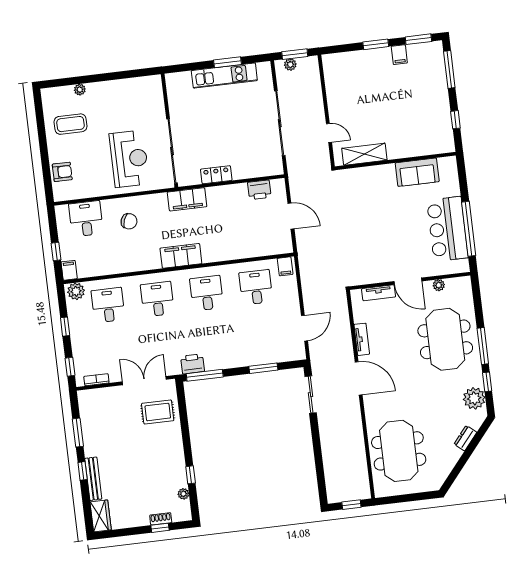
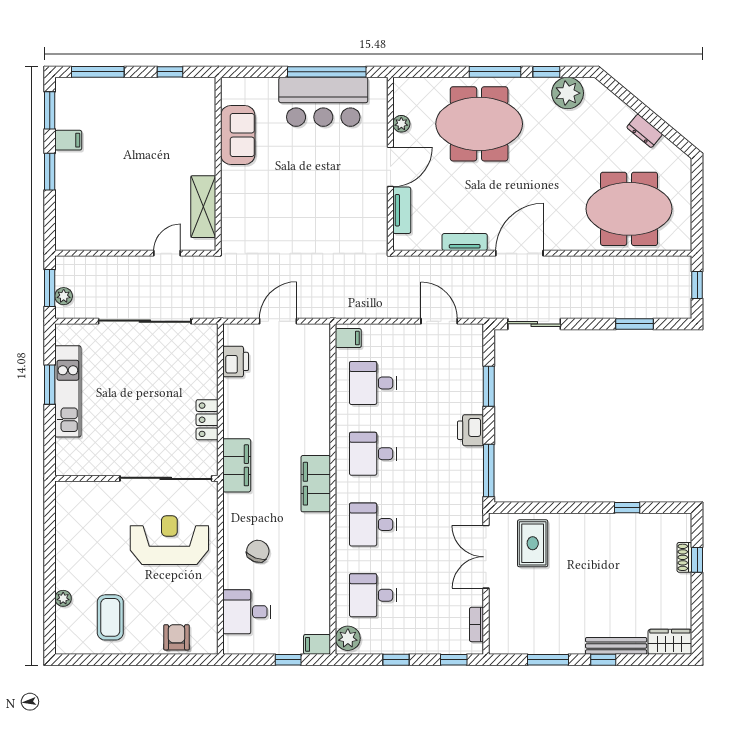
printer: (192, 364) -> (470, 430), moved
dresser: (465, 438) -> (645, 131), moved
window: (319, 464) -> (634, 324), added
plant: (183, 494) -> (653, 521), removed

